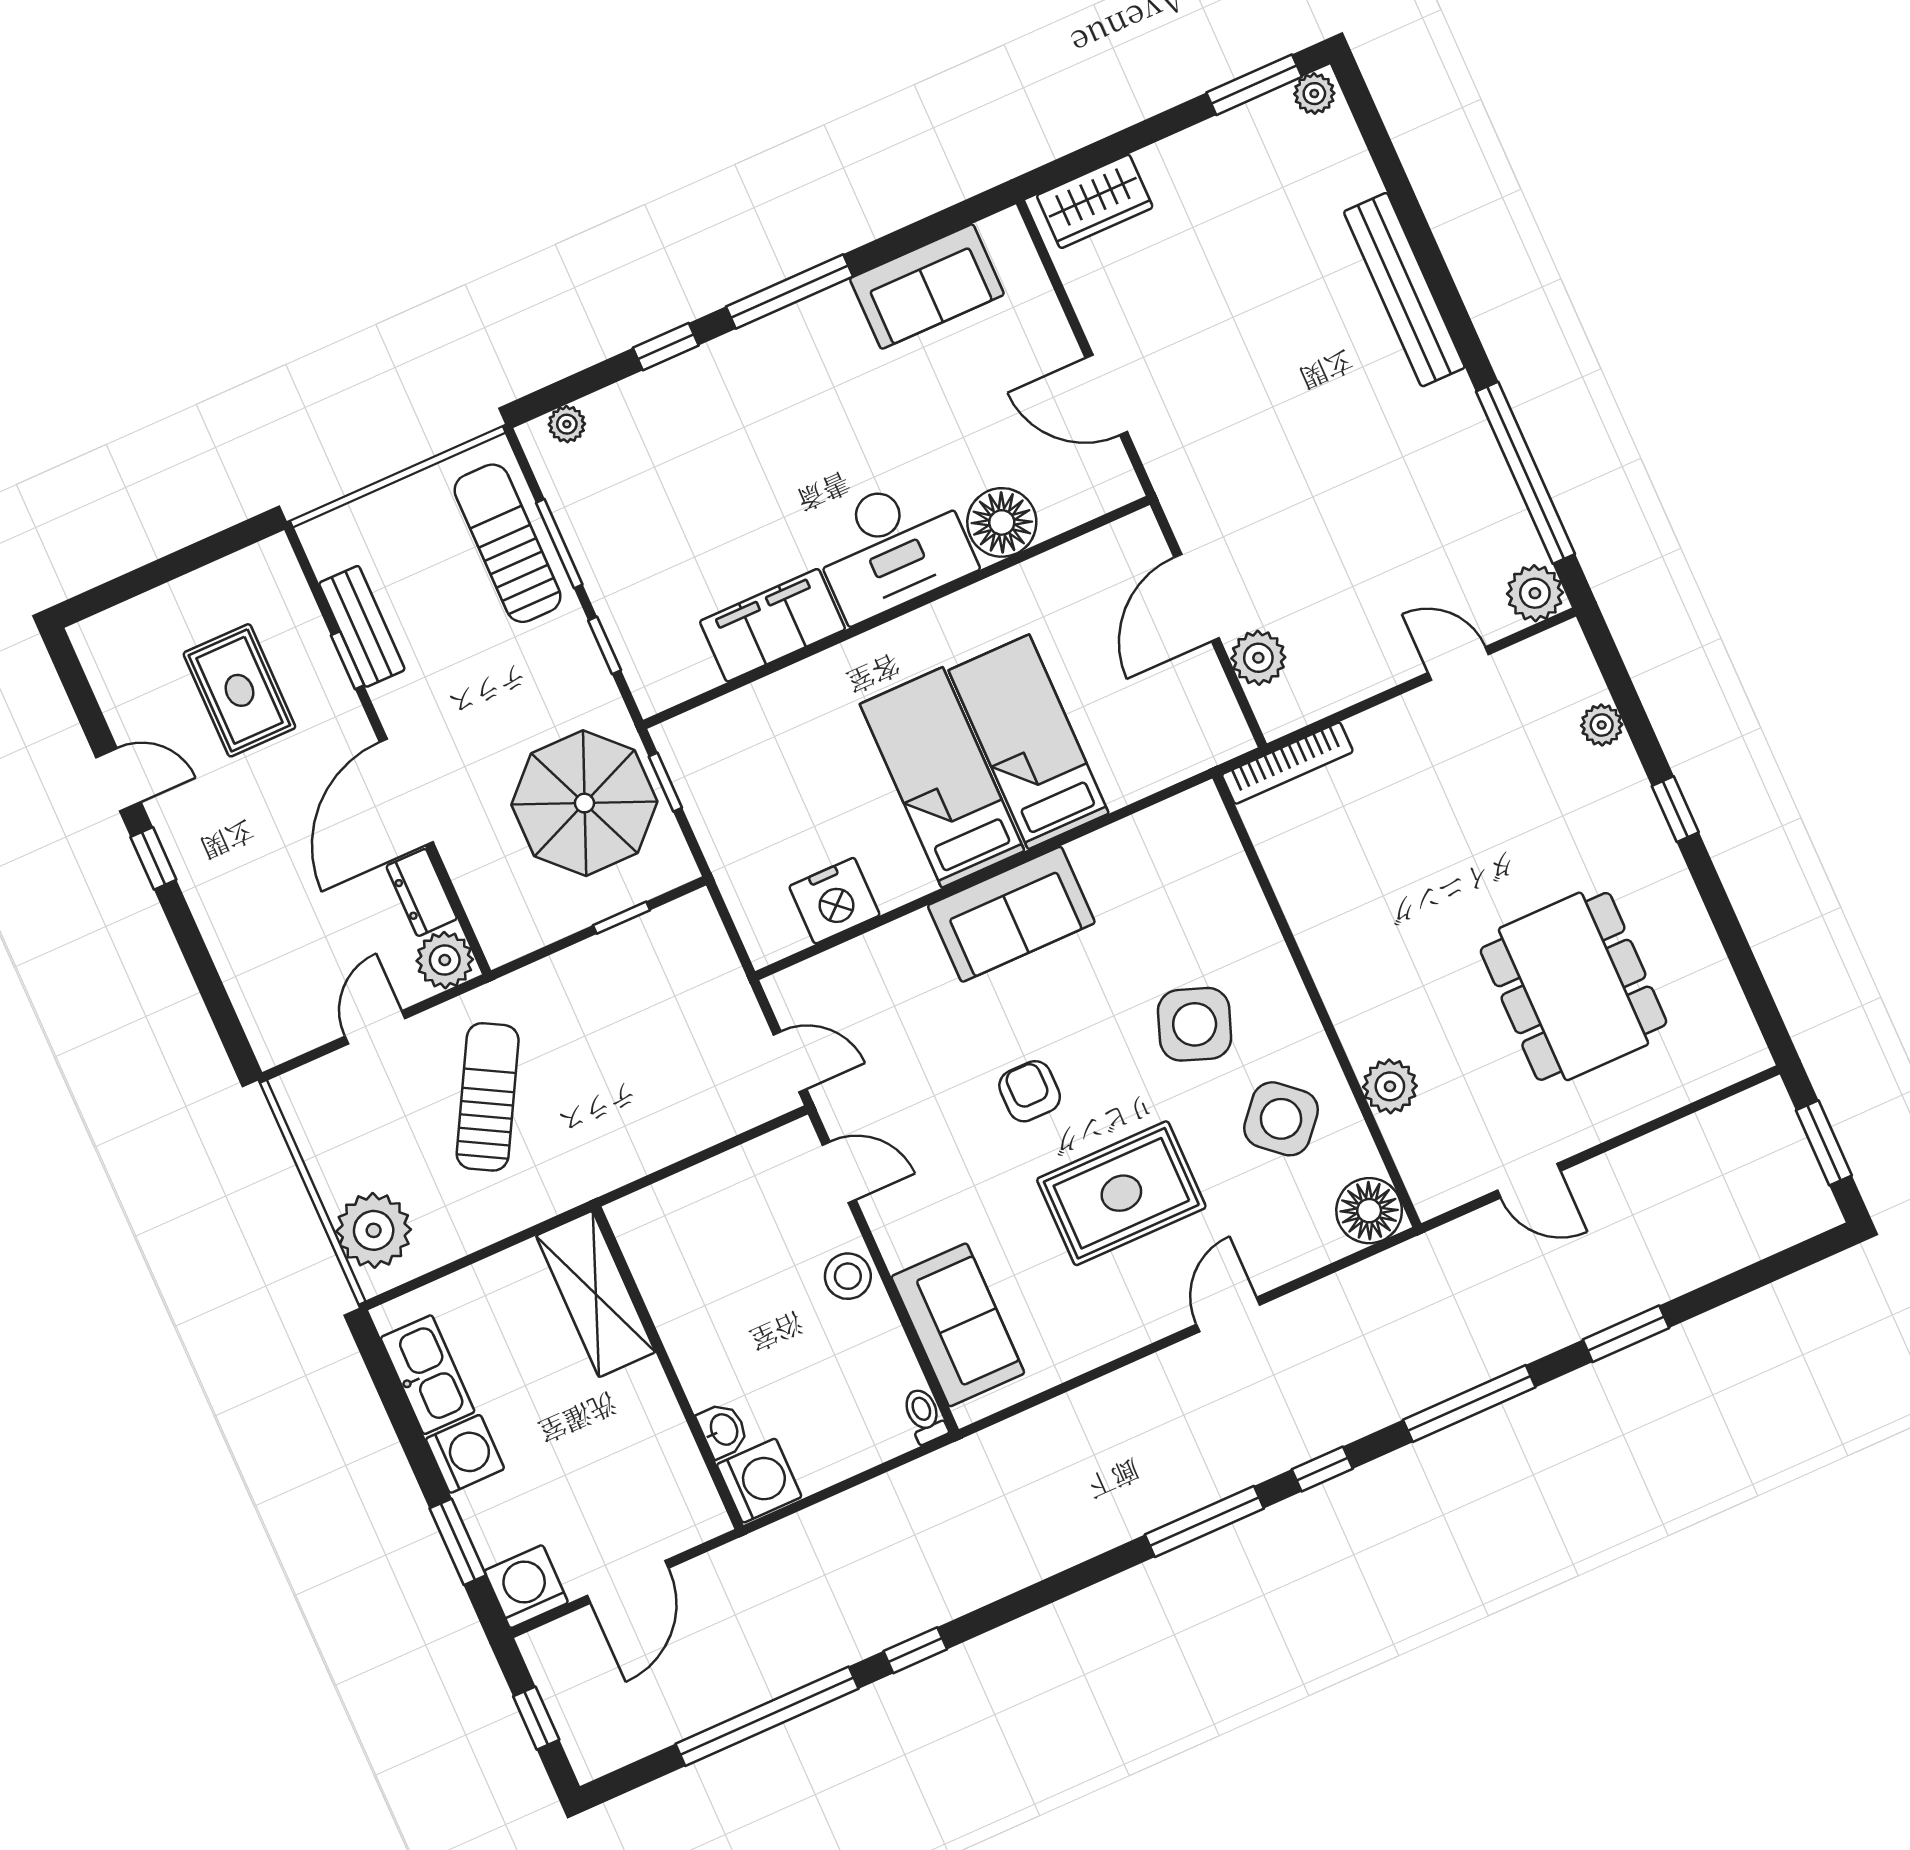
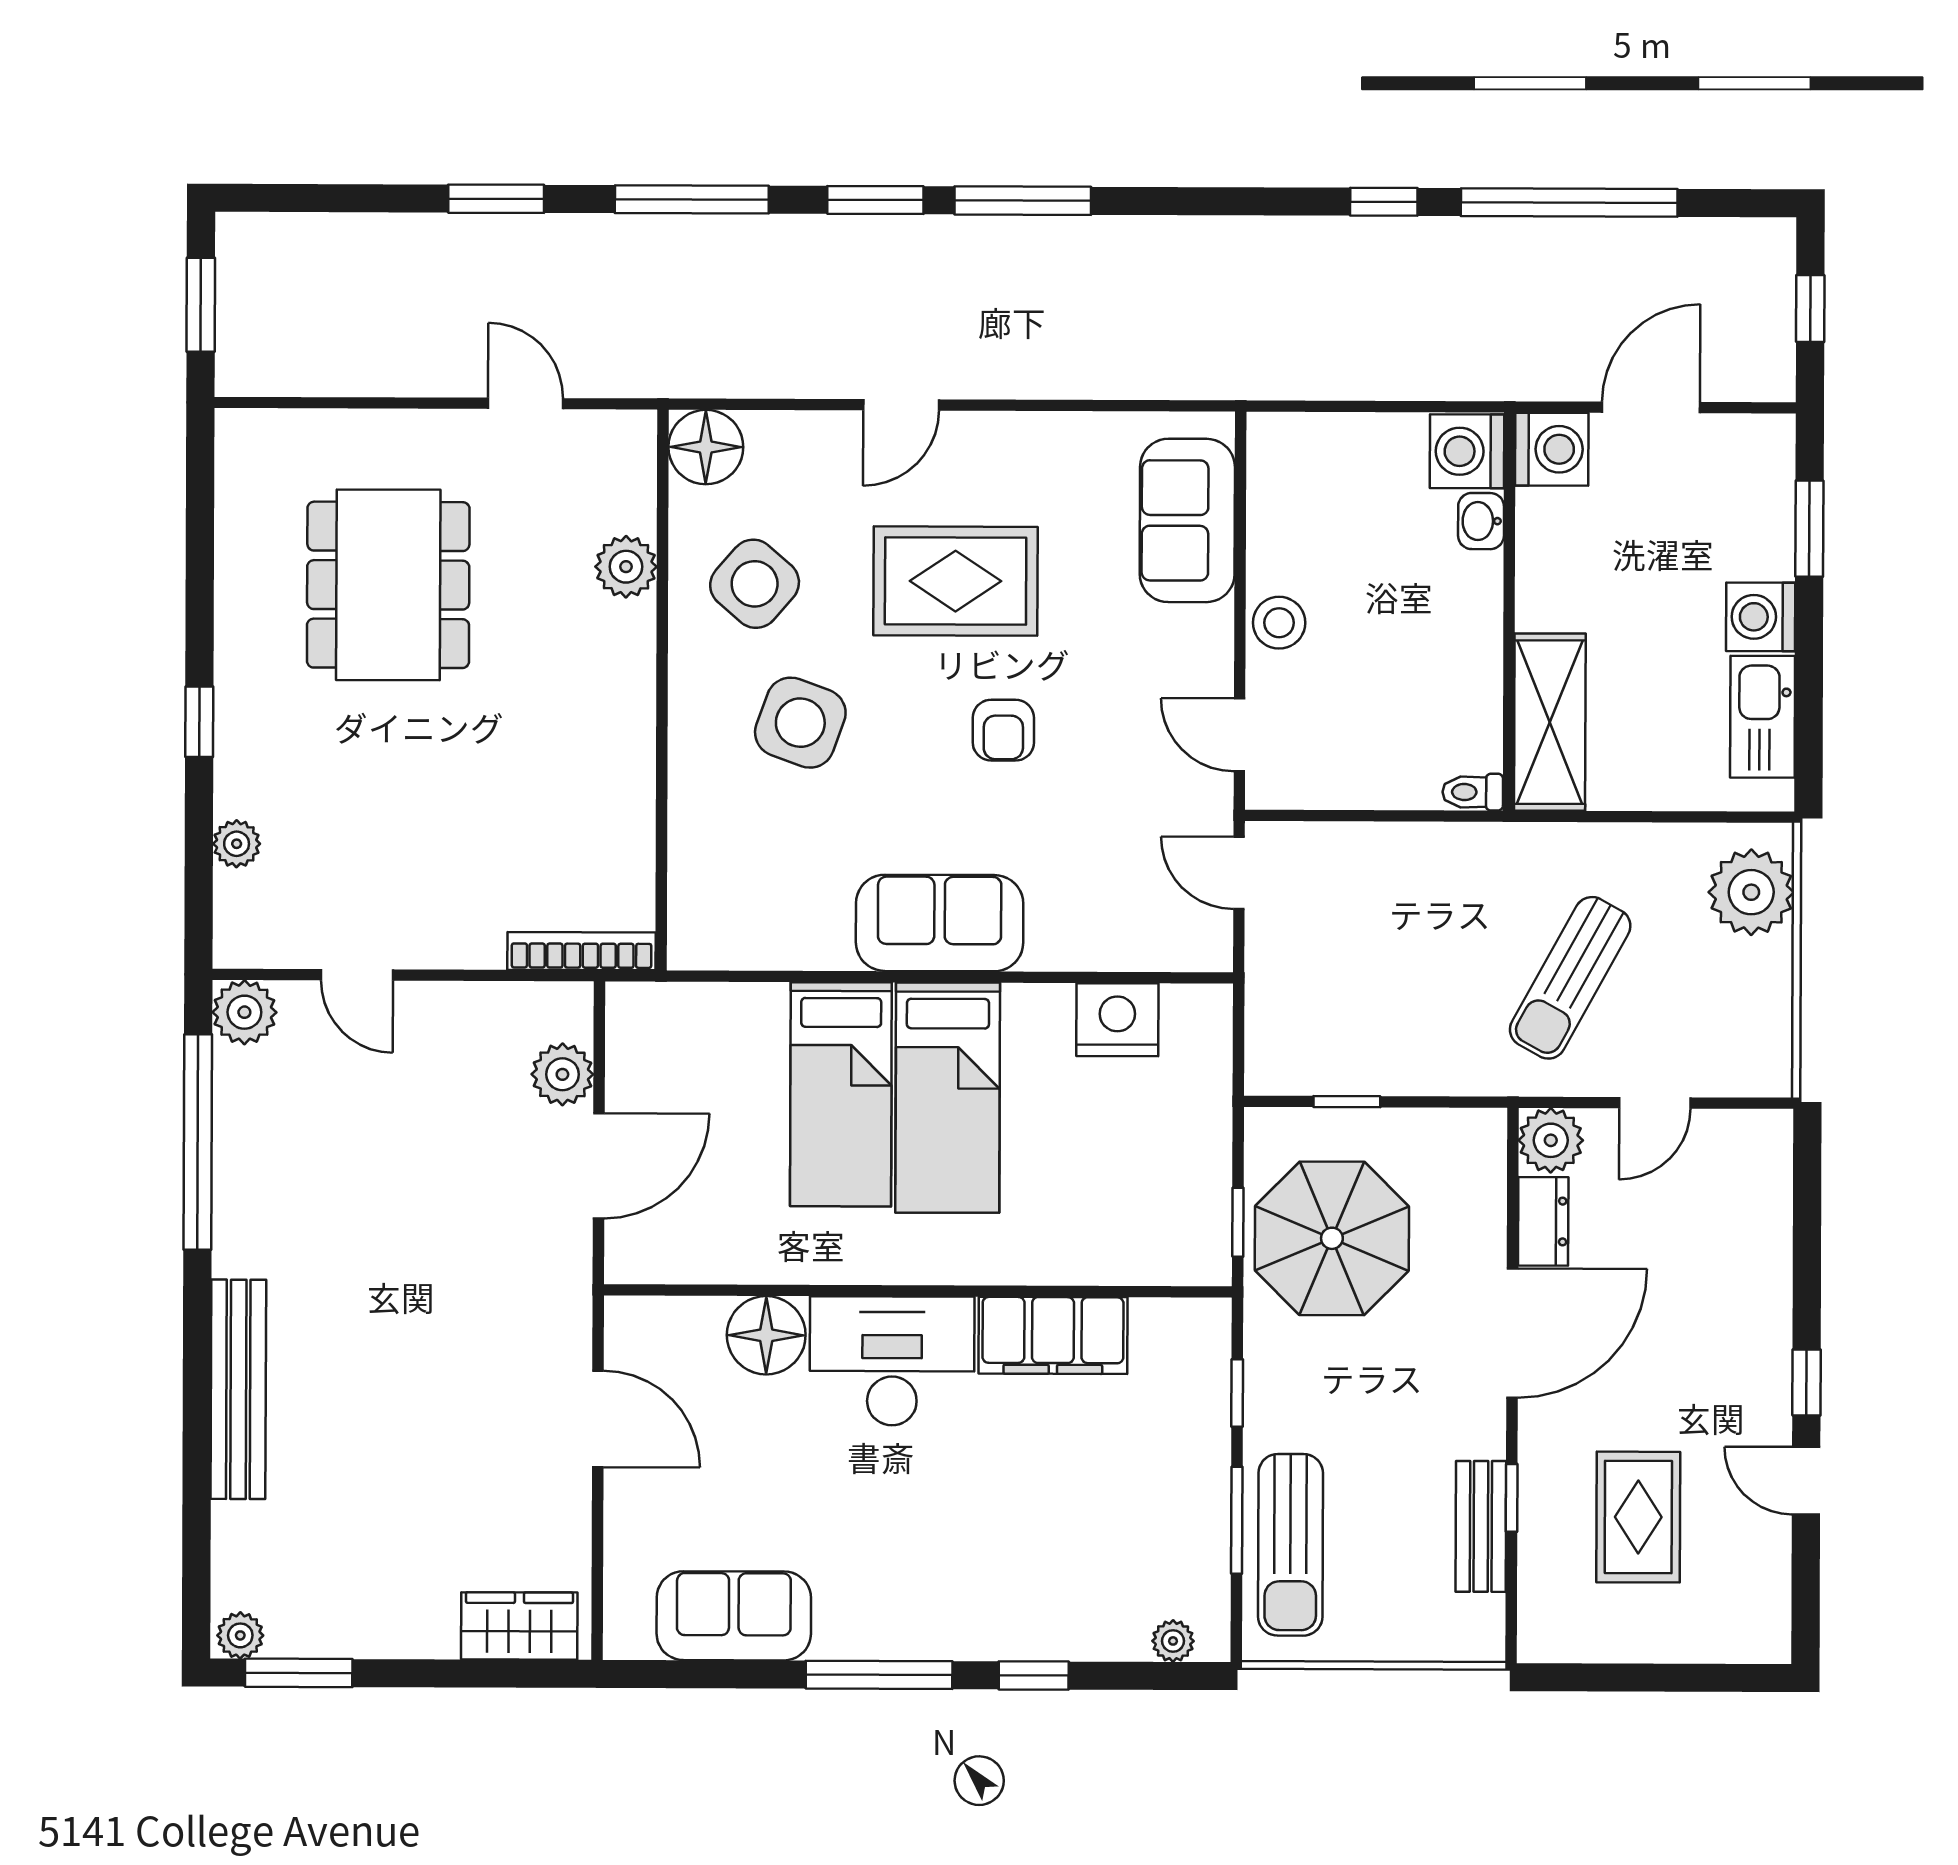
toilet: (924, 1416) -> (1473, 792), moved, turned 90
window: (1322, 1469) -> (875, 200), width x1.50
washing machine: (526, 1587) -> (1552, 449), moved, turned -90

